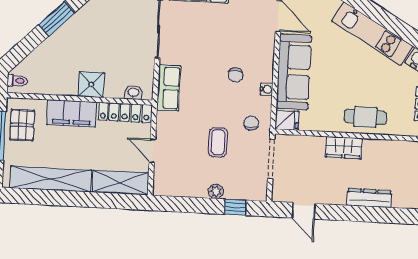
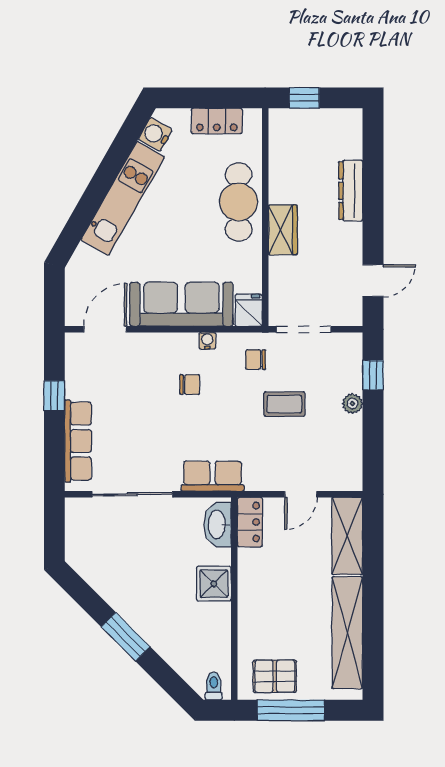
washbasin: (133, 93) -> (218, 525), width x1.91, depth x1.45
locker: (125, 112) -> (250, 522), width x0.66
filing cabinet: (72, 113) -> (255, 609), removed
cafe table: (365, 117) -> (239, 202), width x1.37, depth x1.35

